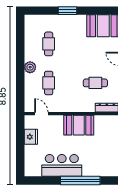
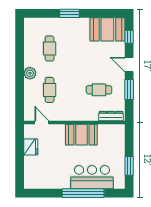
bar counter: (62, 165) -> (92, 177), moved

